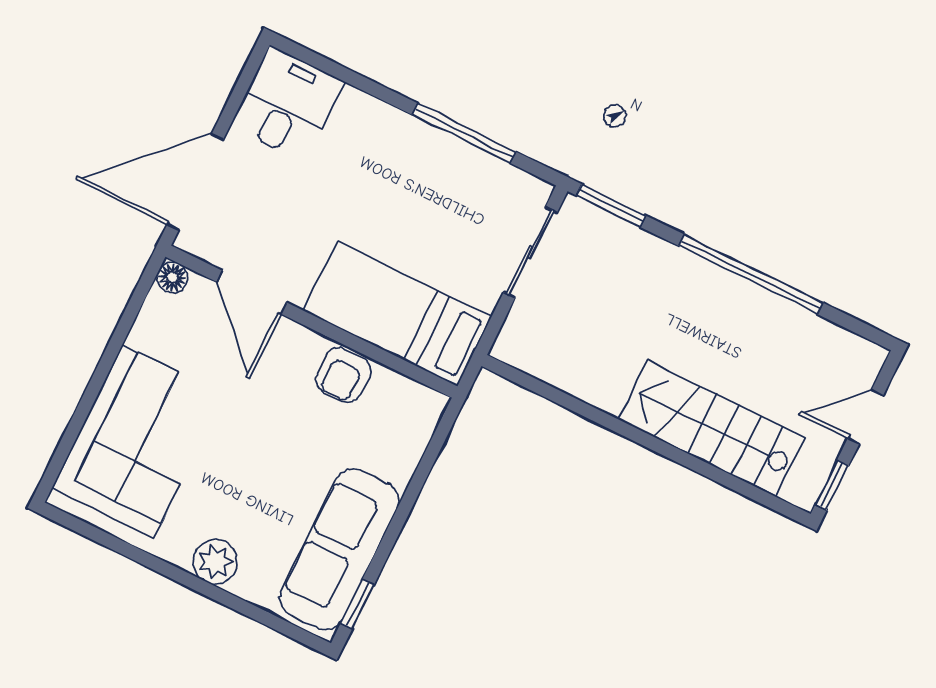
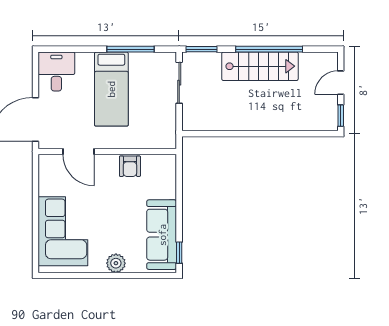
floor lamp: (172, 277) -> (45, 161), removed
bed: (397, 314) -> (111, 89), moved, turned -90
stairs: (712, 428) -> (260, 66), moved, turned 180

